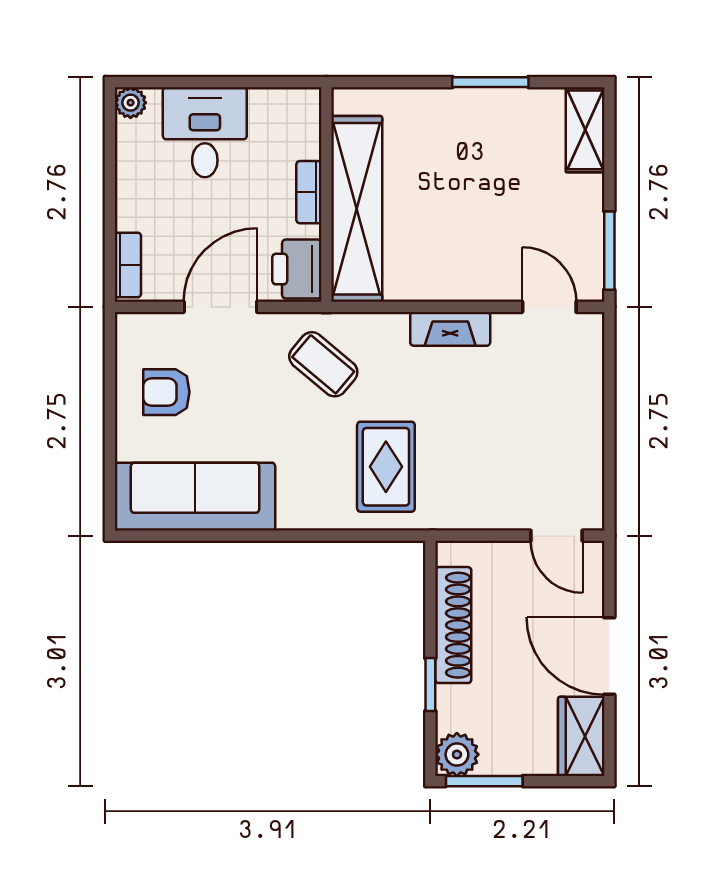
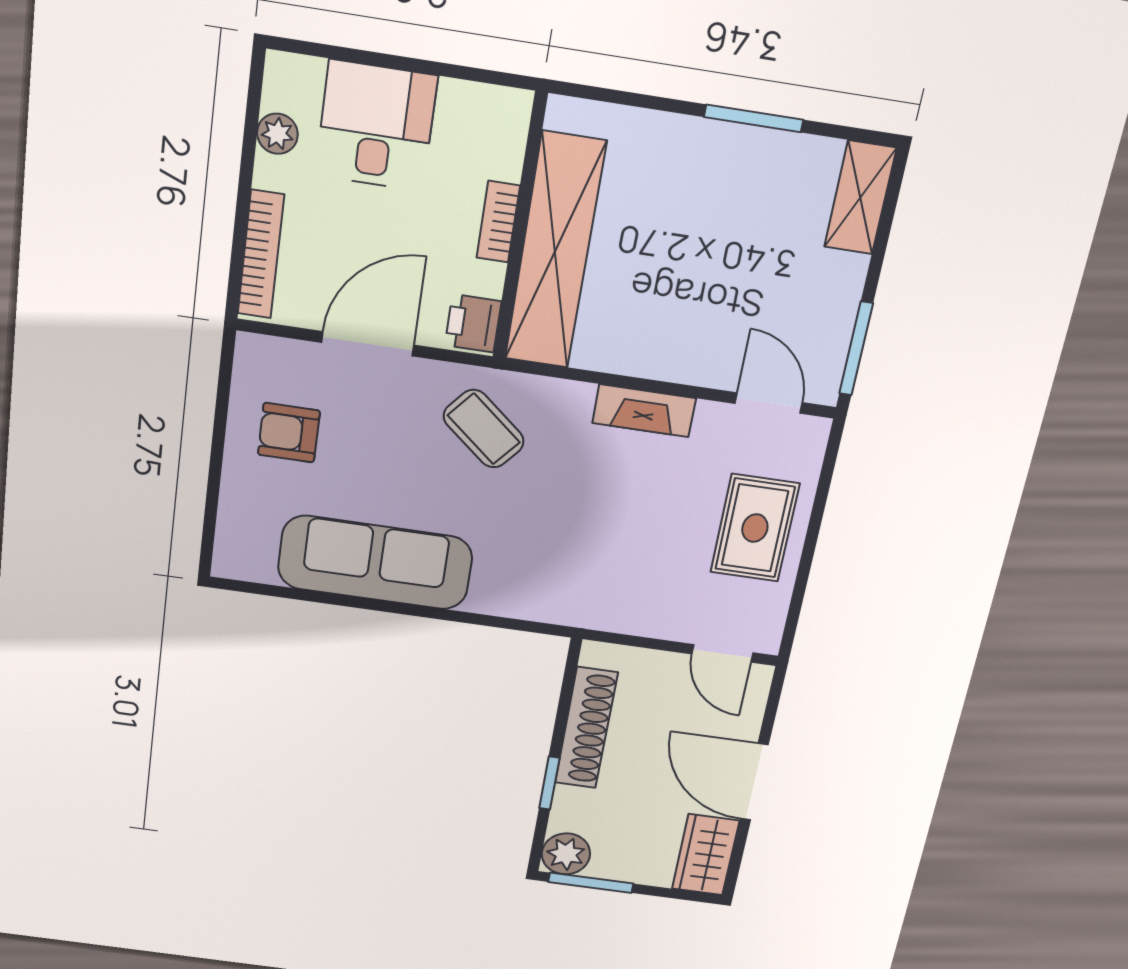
plant: (131, 103) -> (277, 134), moved
bookcase: (128, 265) -> (261, 254), width x1.56
printer: (297, 269) -> (473, 323), width x0.73, depth x0.81
rug: (386, 467) -> (755, 528), moved
sofa: (195, 497) -> (375, 563), moved

